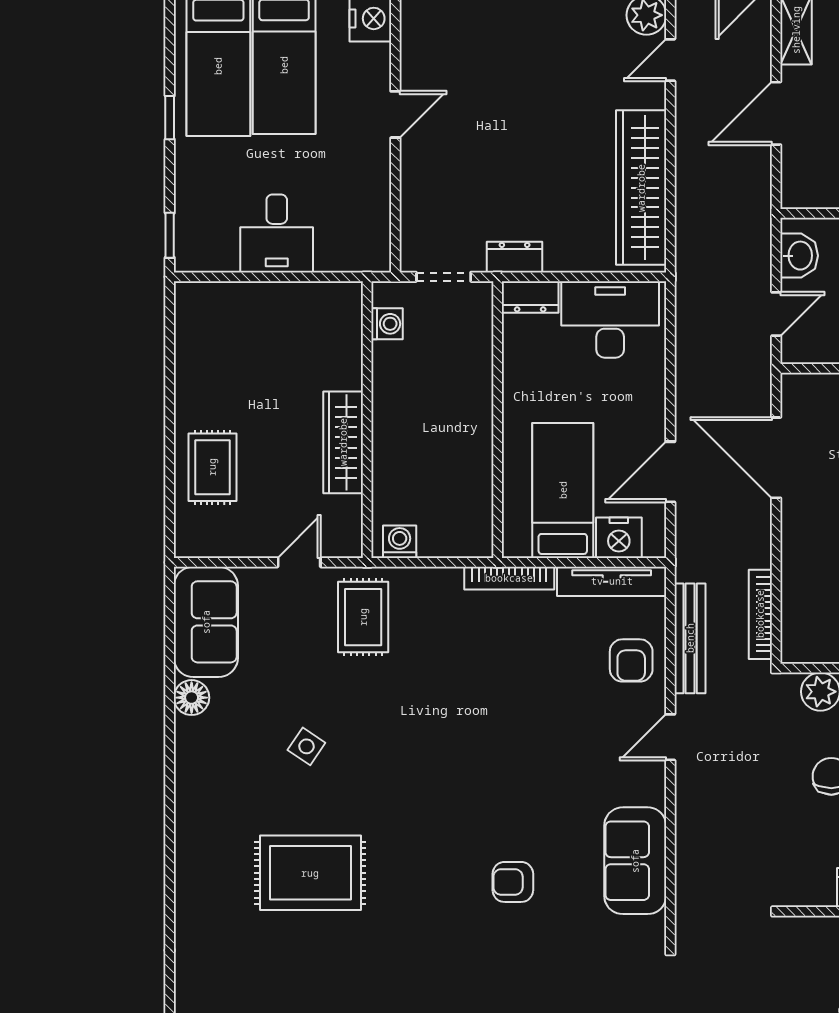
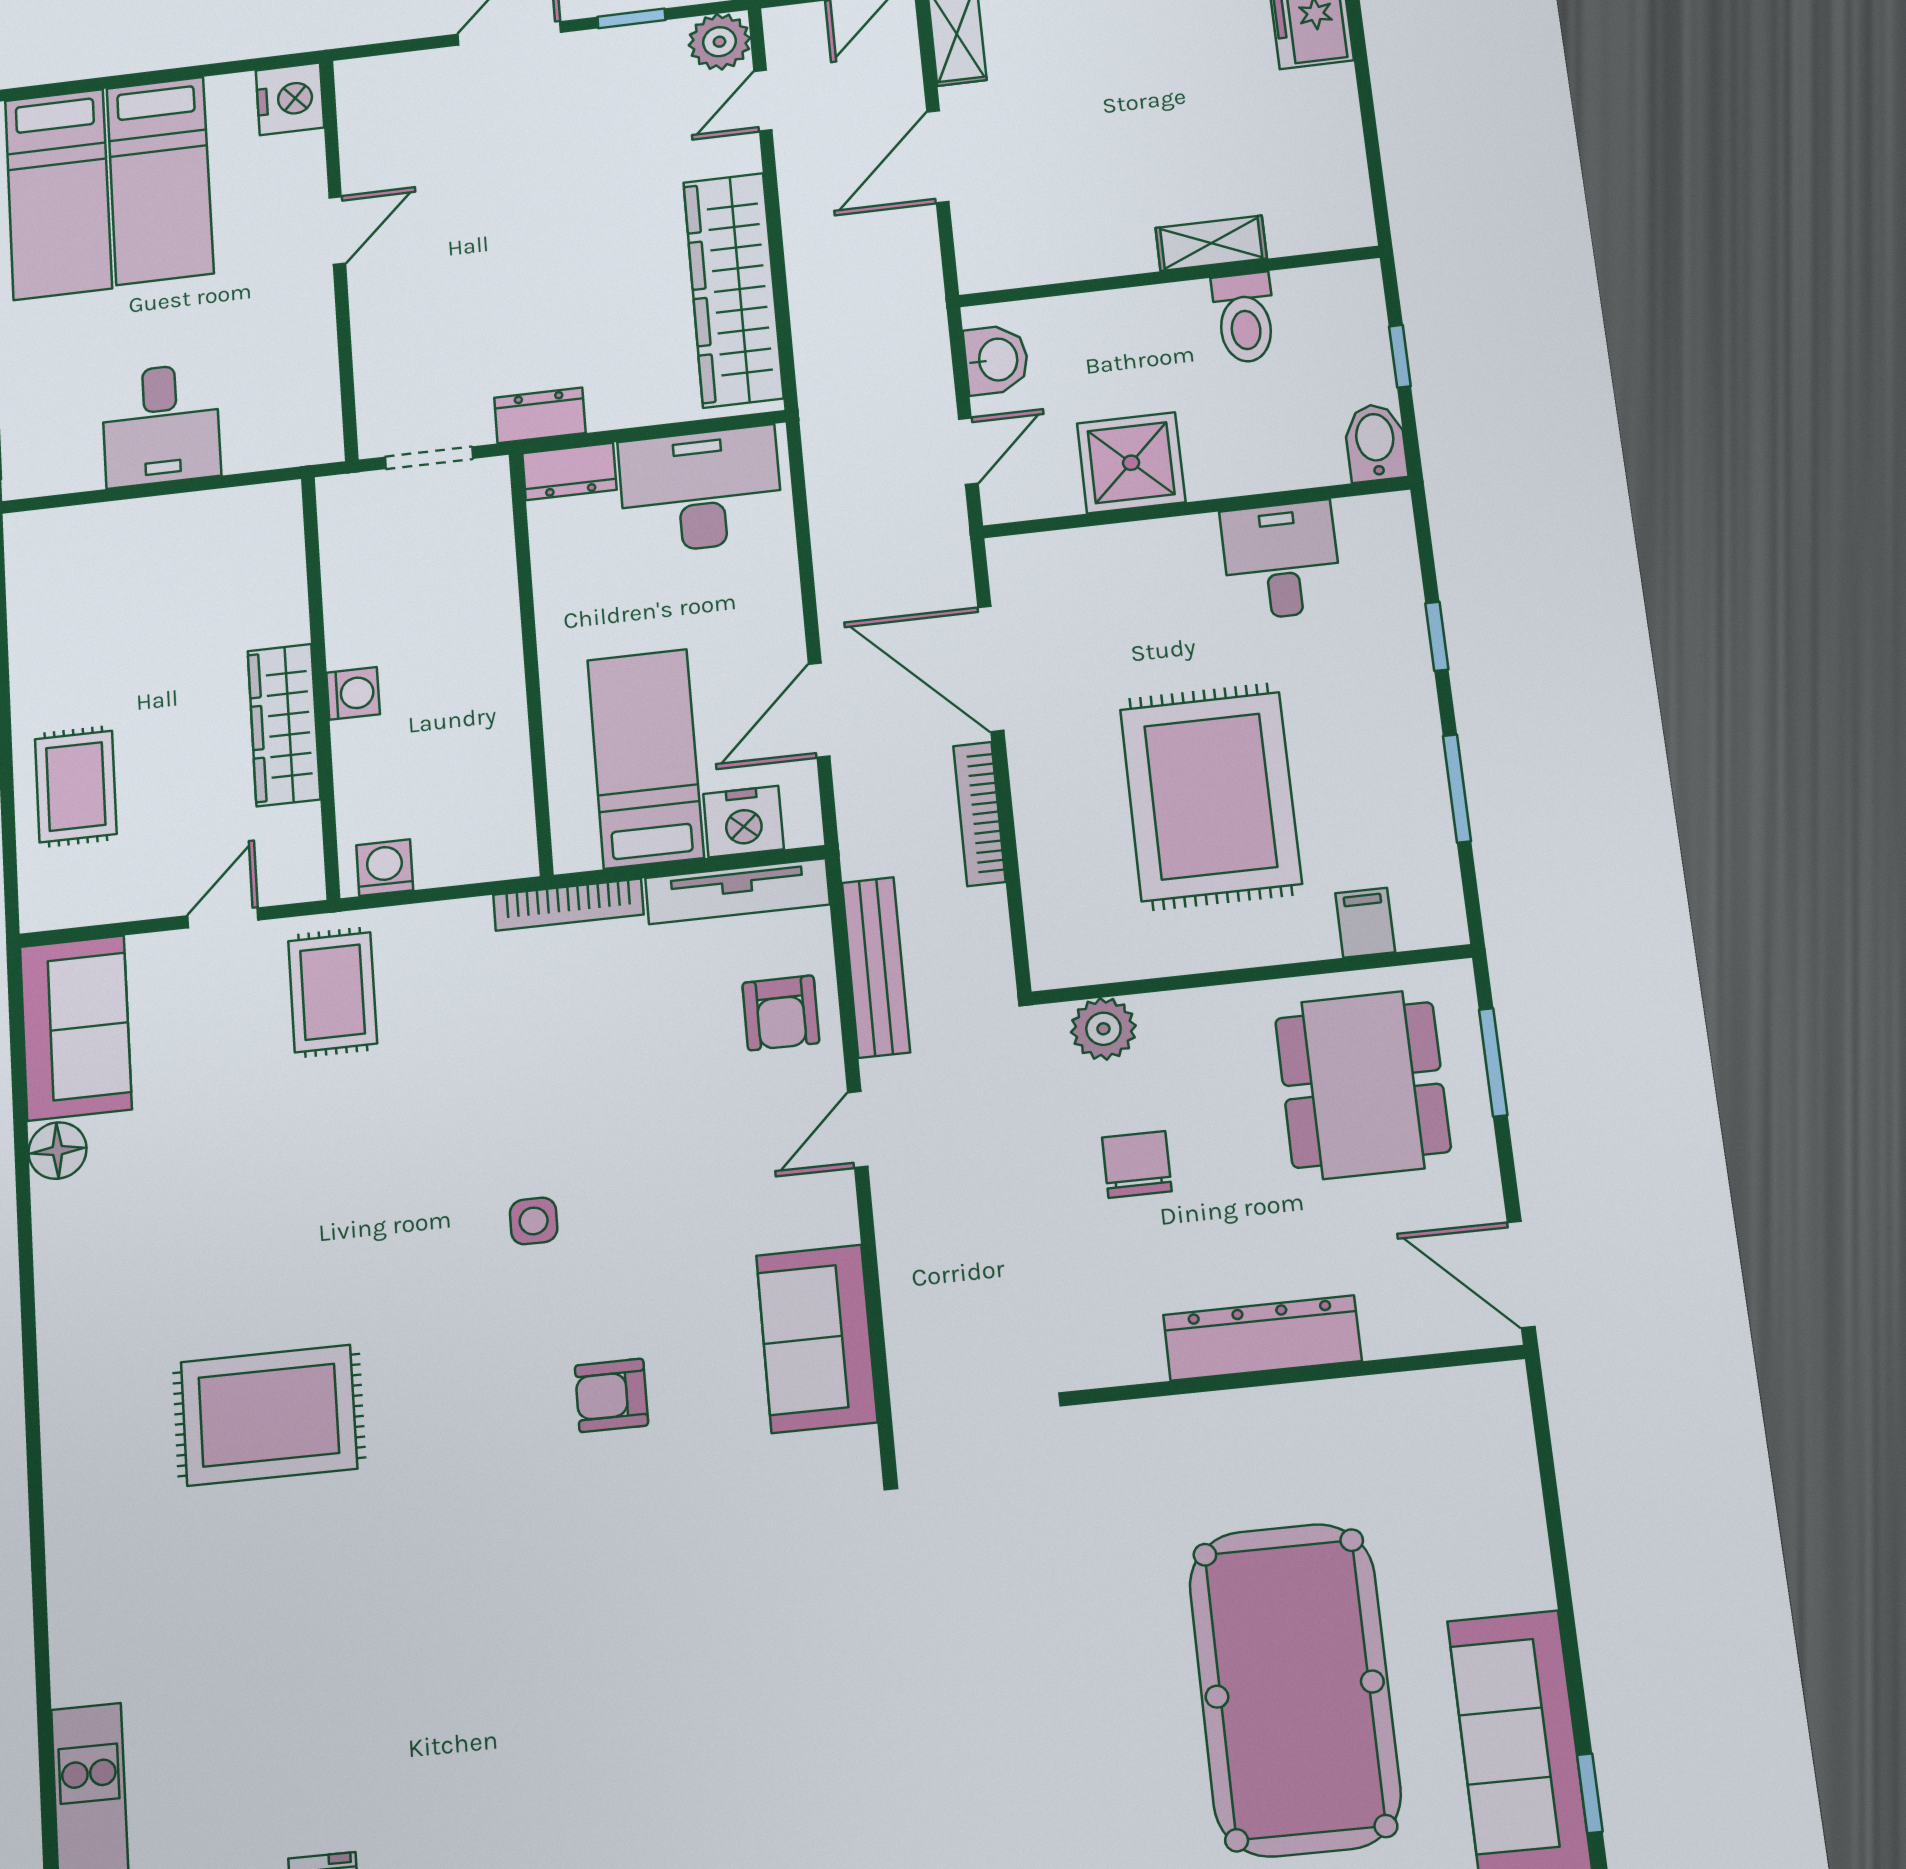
washing machine: (387, 324) -> (353, 693), moved
bookcase: (760, 614) -> (979, 814), moved
side table: (306, 746) -> (534, 1221), moved, turned -34

